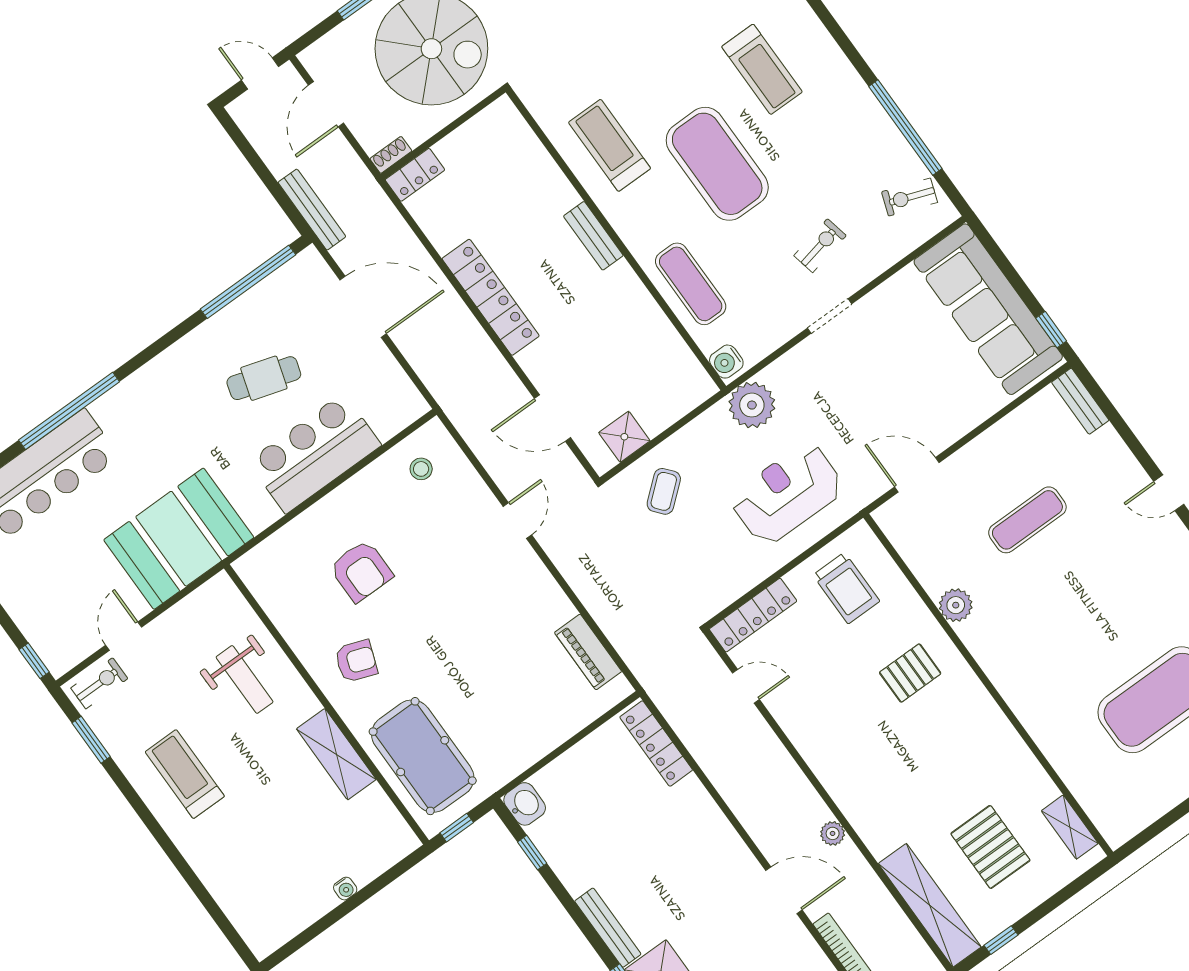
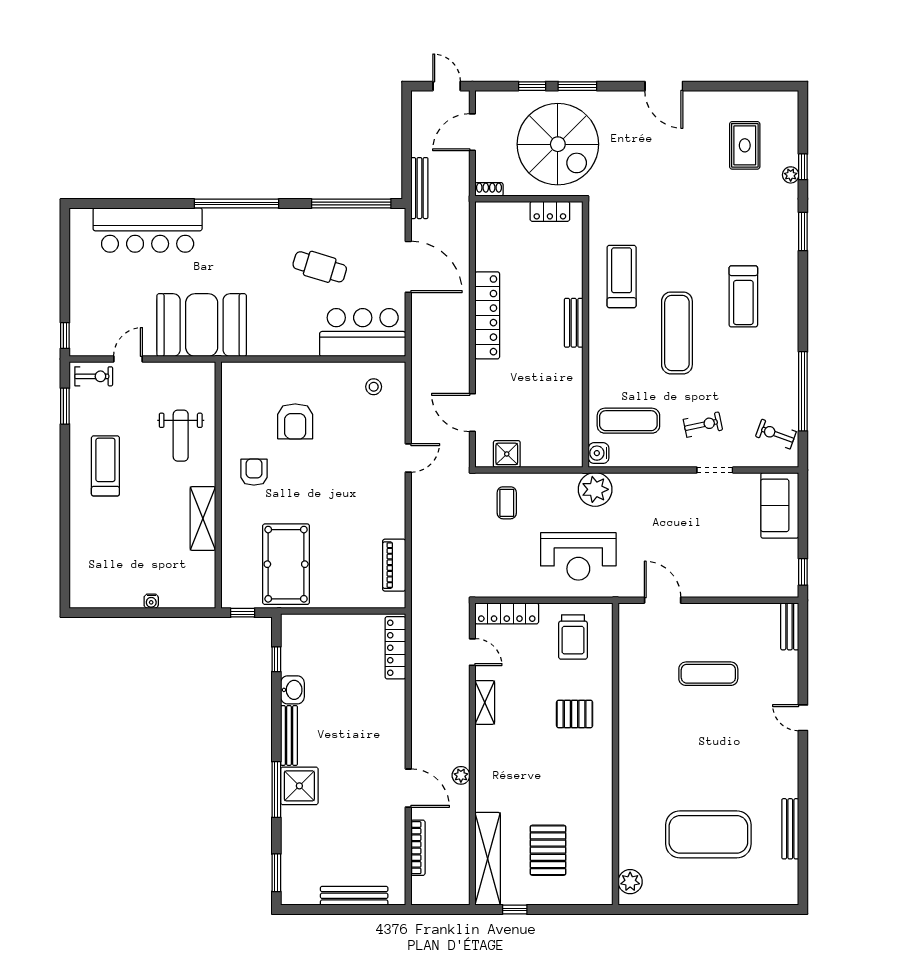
exercise mat: (717, 164) -> (677, 333), width x0.68
locker: (415, 175) -> (550, 211), moved
exercise mat: (691, 284) -> (628, 421), moved, turned 90
sofa: (988, 309) -> (780, 505), width x0.54, depth x0.79
doorway: (829, 316) -> (715, 470), moved
window: (69, 411) -> (236, 203), moved
bar counter: (315, 453) -> (363, 332), moved
coffee table: (664, 491) -> (507, 503), turned -50
reception desk: (787, 494) -> (578, 556), turned 180
plant: (956, 605) -> (630, 882), moved
armchair: (356, 661) -> (254, 472), turned -110
pool table: (423, 756) -> (286, 564), moved
washbasin: (525, 804) -> (292, 690), moved
shelving: (1070, 827) -> (485, 702), moved

